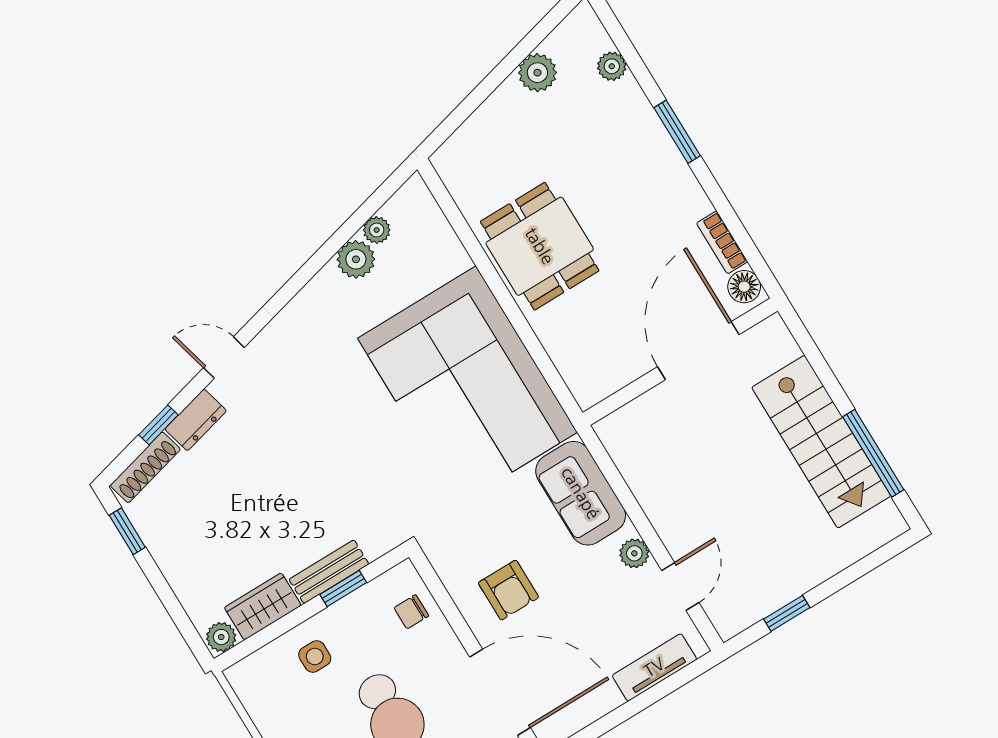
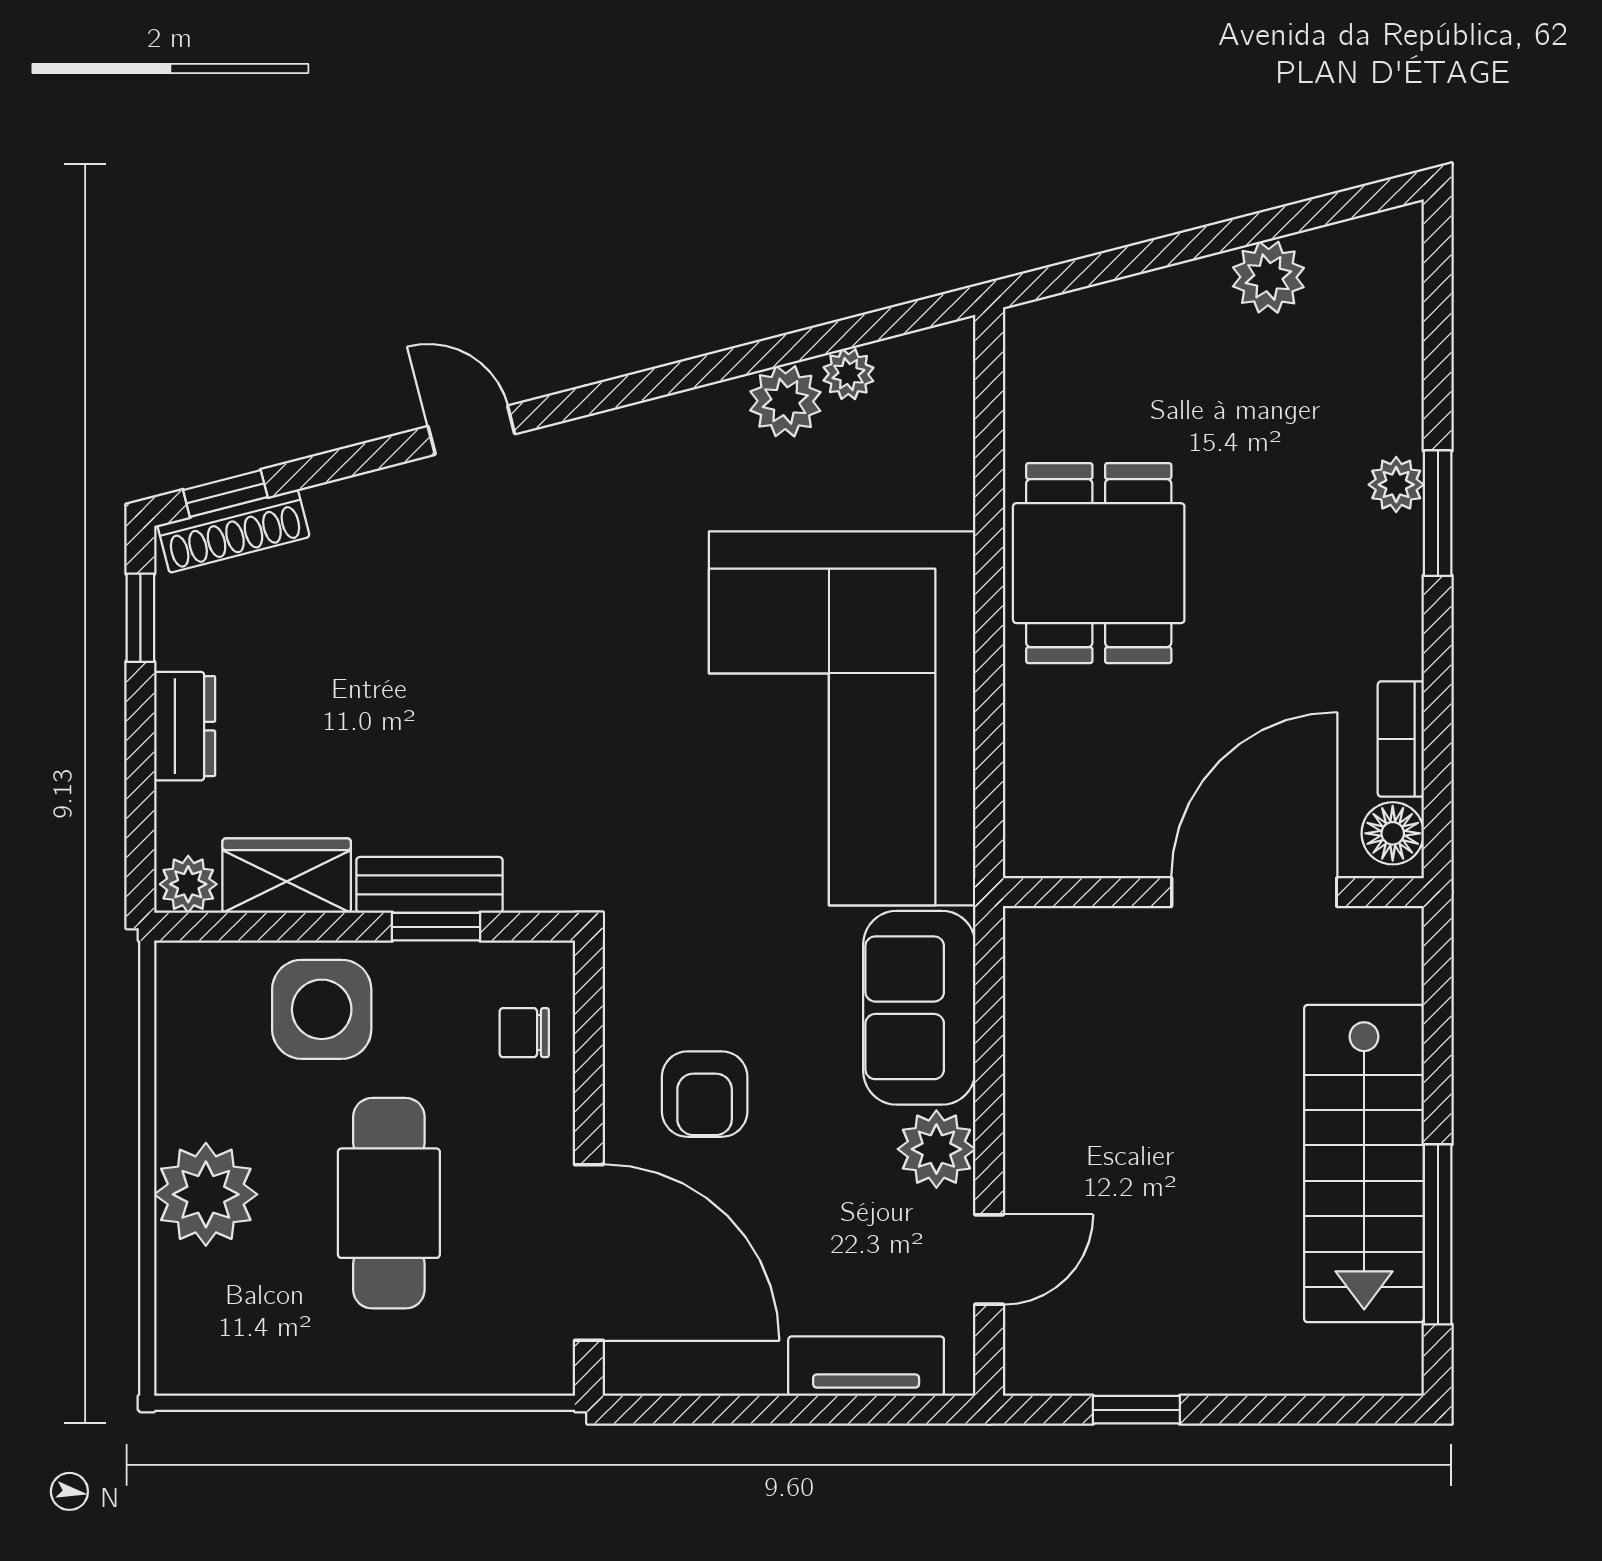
plant: (612, 66) -> (1396, 485), moved
dresser: (196, 420) -> (185, 726), moved, turned -76
window: (158, 425) -> (225, 493), moved
plant: (634, 553) -> (936, 1149), width x1.38, depth x1.38
side table: (315, 656) -> (322, 1009), width x1.87, depth x1.87

